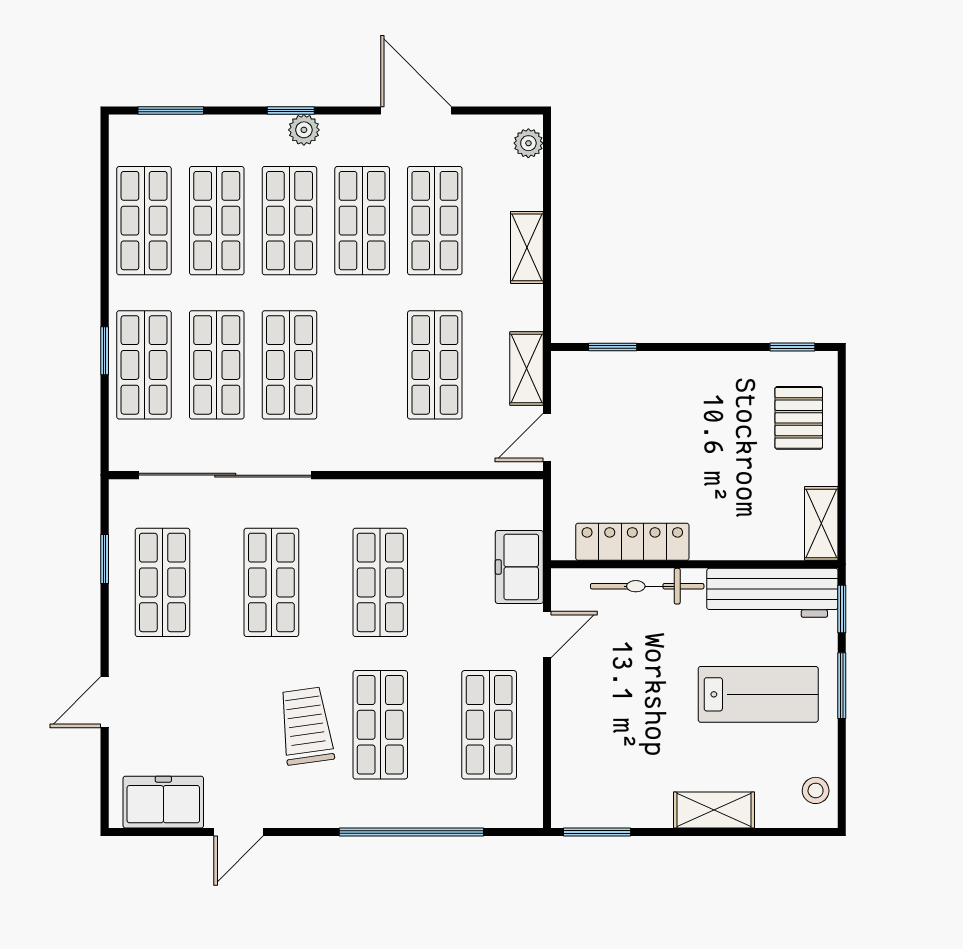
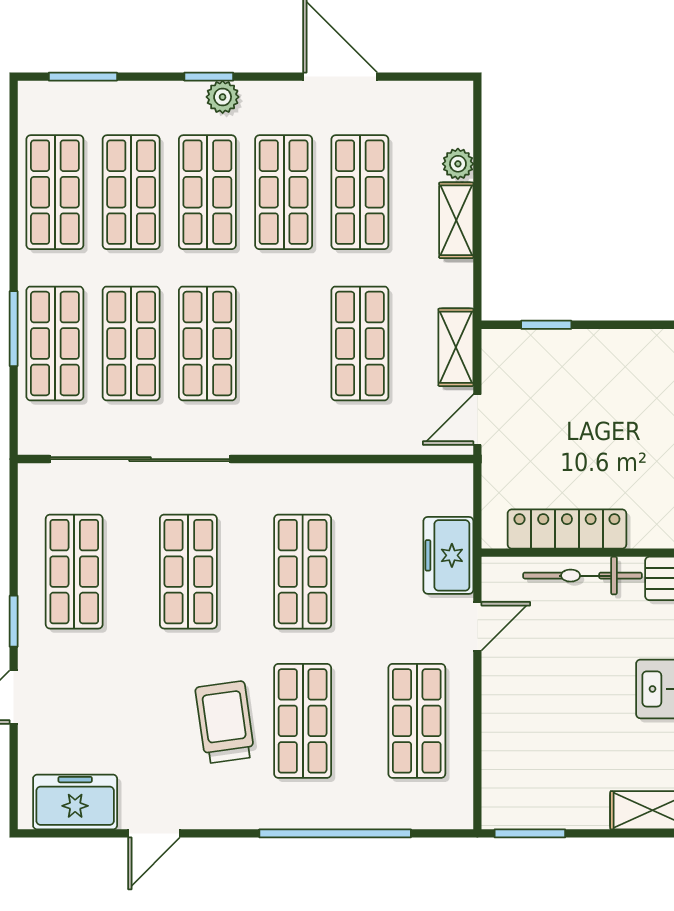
plant: (528, 143) -> (458, 164), moved
window: (105, 351) -> (14, 329), width x1.50
window: (105, 559) -> (14, 621), moved

